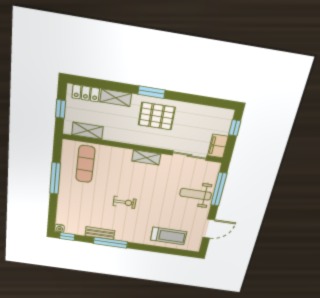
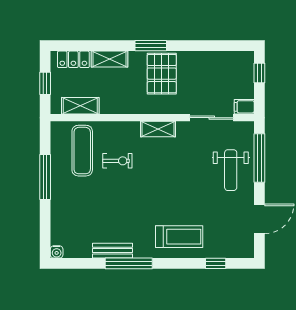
pallet: (157, 116) -> (162, 74), turned 90
filing cabinet: (218, 146) -> (244, 107), width x0.50
weight bench: (196, 194) -> (231, 170), turned -90
exercise bike: (125, 202) -> (117, 161), moved
treadmill: (169, 236) -> (179, 237), moved
window: (67, 237) -> (216, 263), moved

